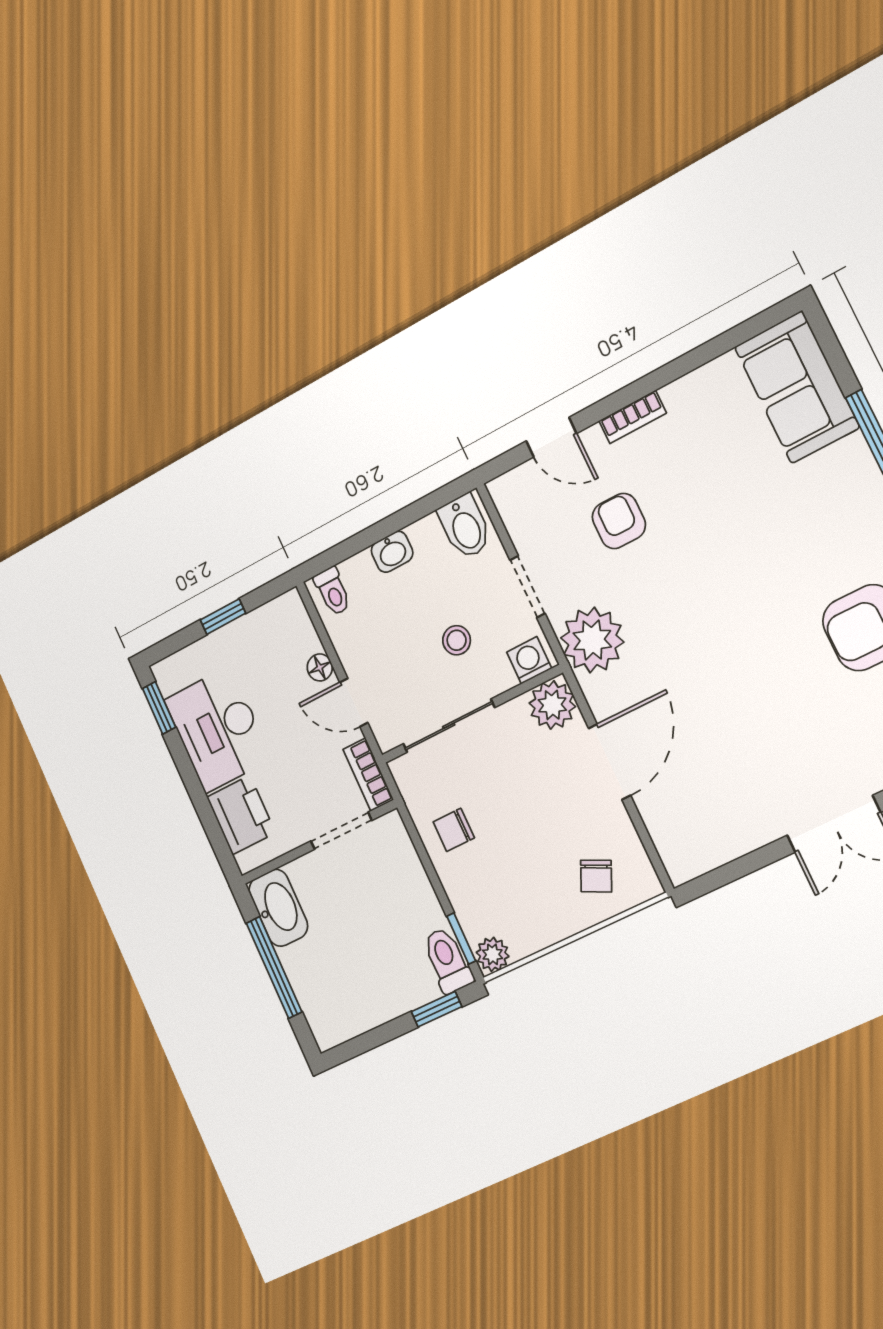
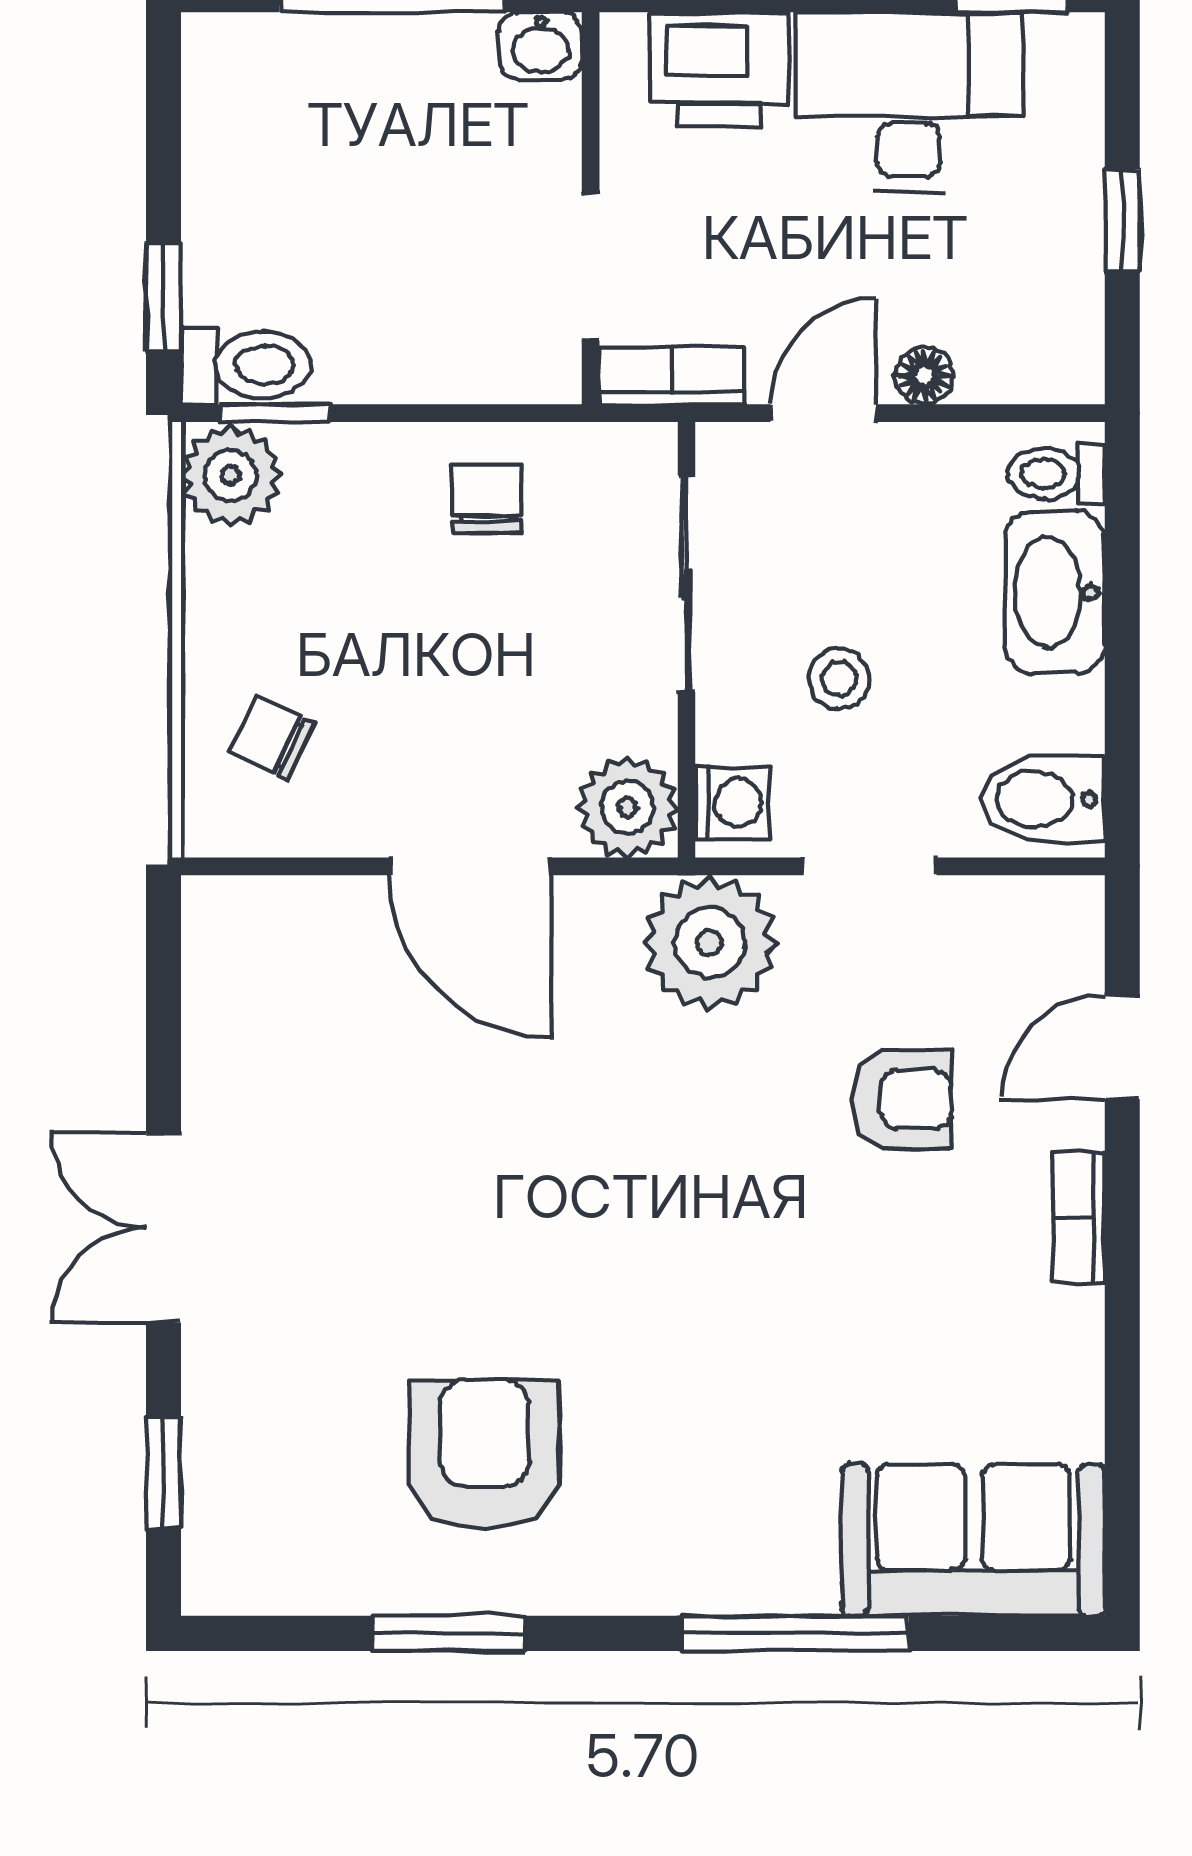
washbasin: (392, 552) -> (1055, 592), width x1.91, depth x1.45
washbasin: (278, 908) -> (541, 46), width x0.52, depth x0.69
plant: (493, 954) -> (231, 475), width x1.38, depth x1.38

